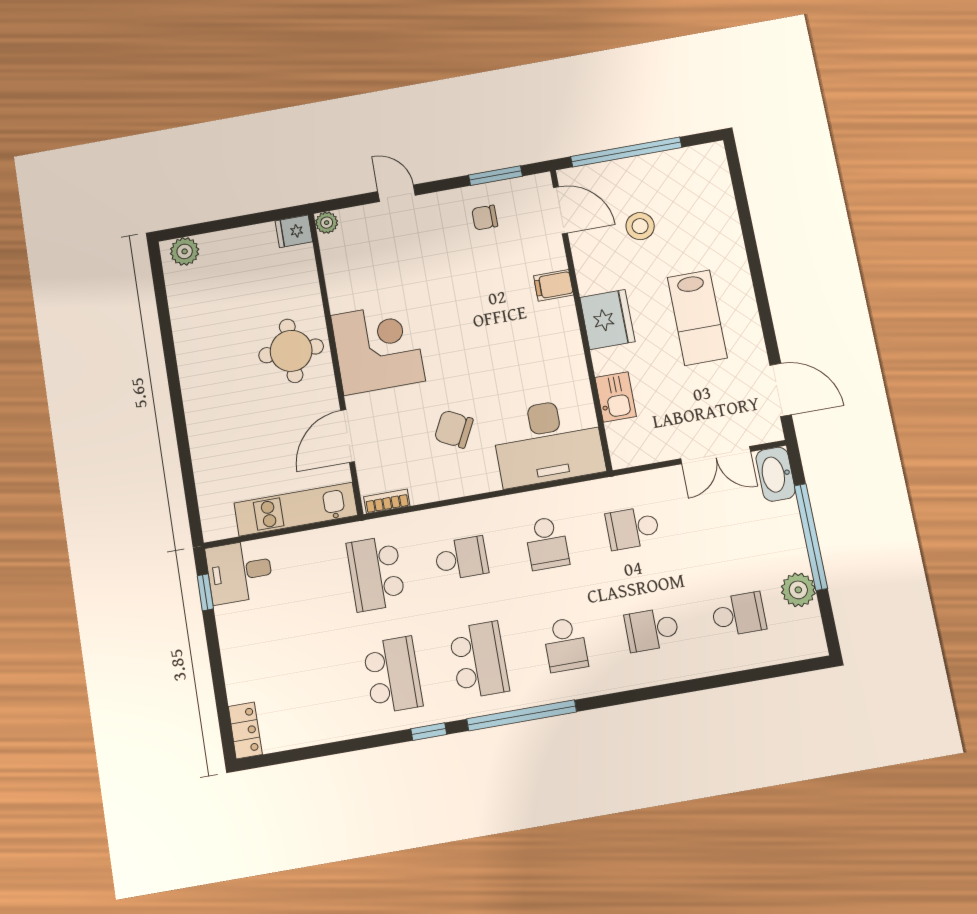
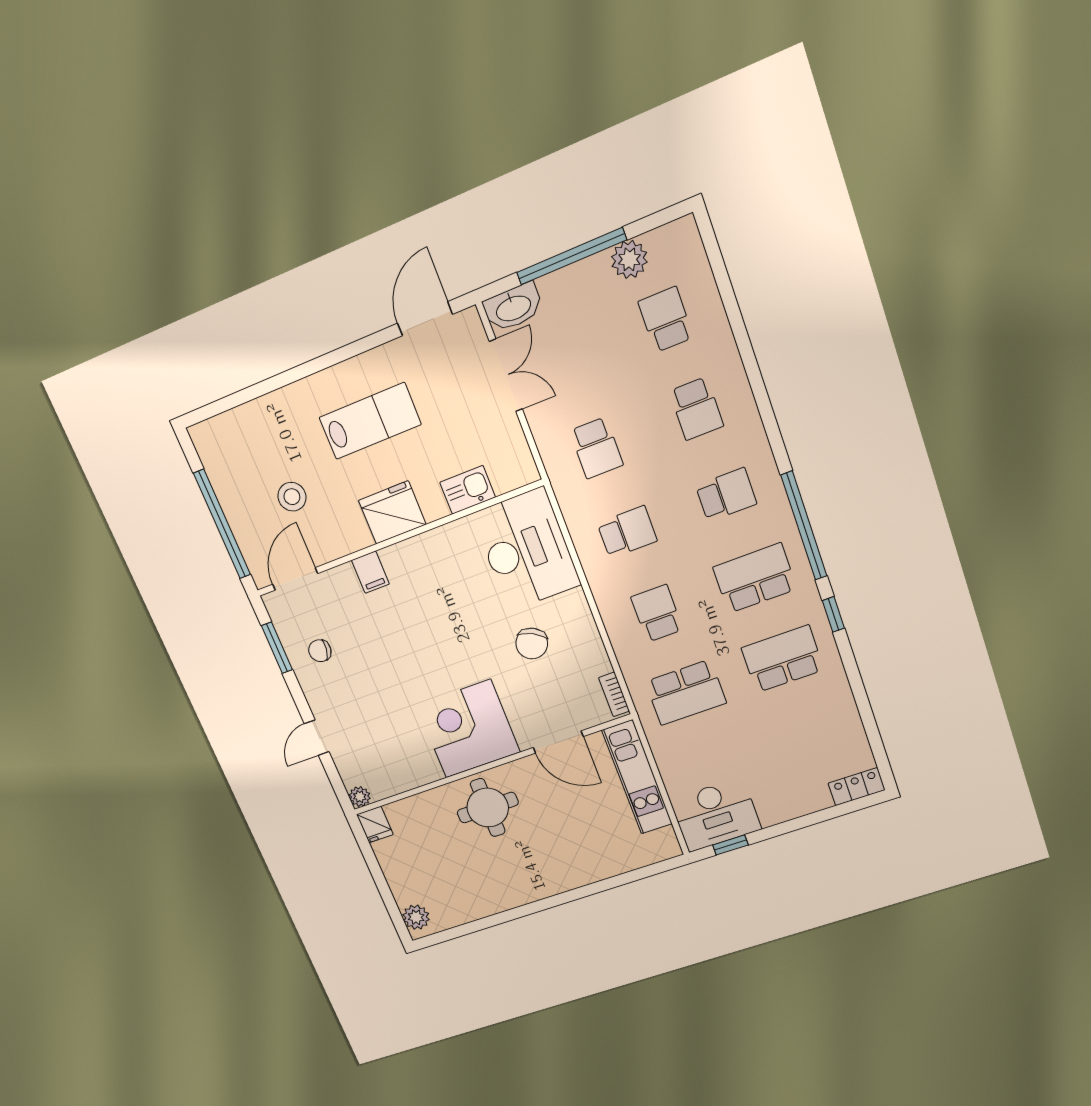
chair: (485, 218) -> (320, 651), turned 100
desk: (240, 572) -> (716, 815), width x1.37

